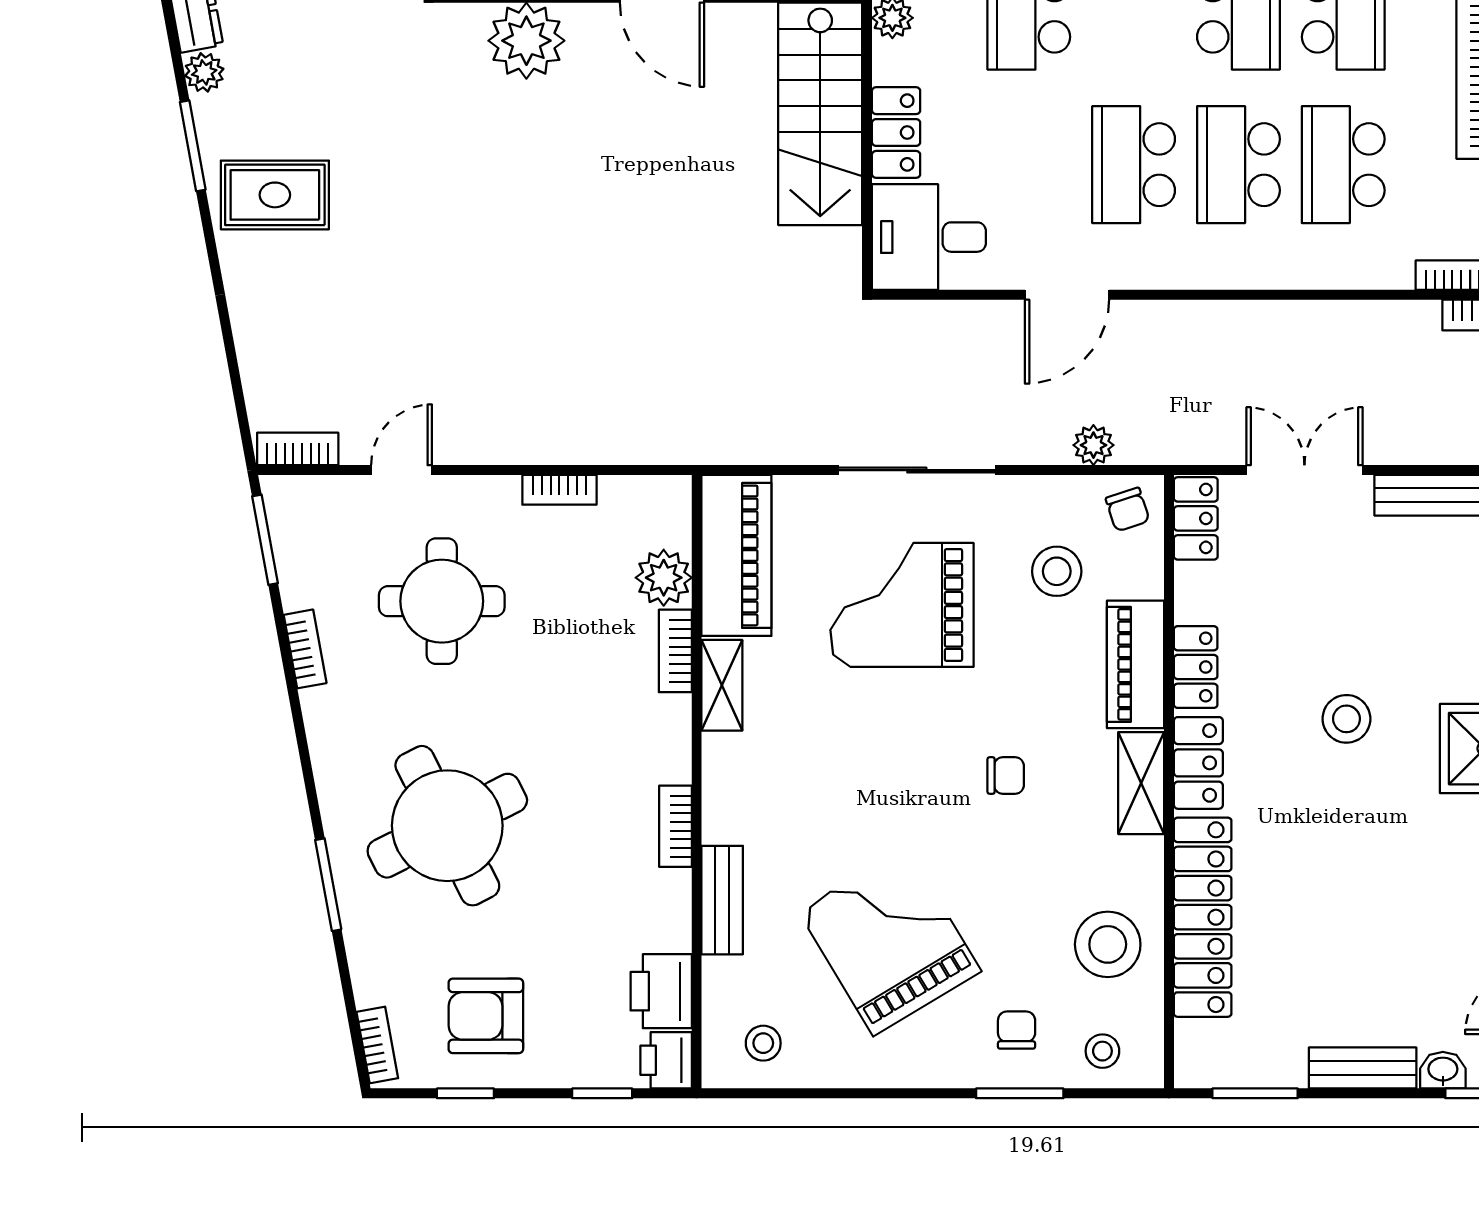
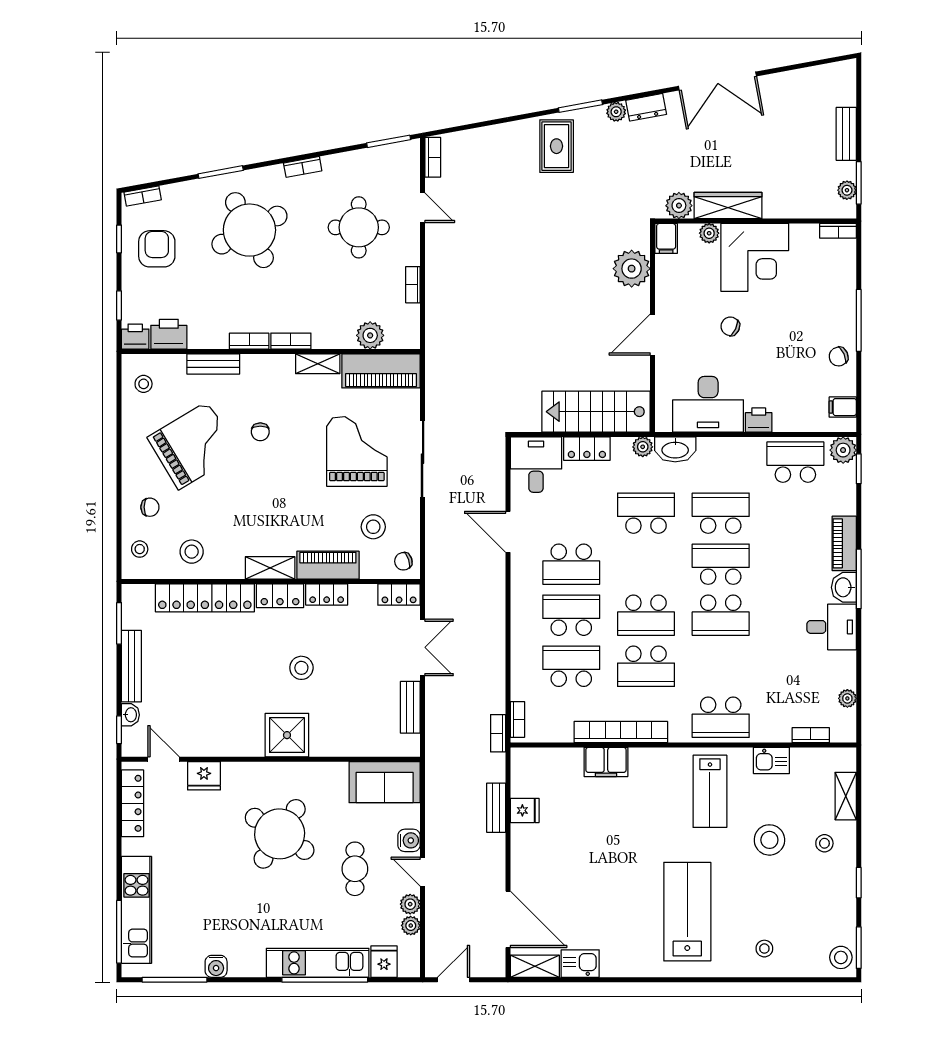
school desk: (1134, 165) -> (571, 564), turned 180
plant: (1093, 445) -> (435, 545), removed
bookcase: (305, 649) -> (303, 167), moved
bookcase: (675, 651) -> (291, 341), moved
chair: (1006, 776) -> (260, 432), moved
stool: (1108, 944) -> (192, 552), width x0.73, depth x0.73
bench: (1363, 1068) -> (131, 666), width x1.36
window: (1020, 1093) -> (119, 509), removed

